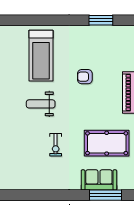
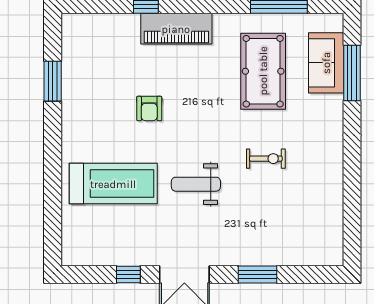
weight bench: (41, 104) -> (196, 184), turned 90
sofa: (99, 180) -> (326, 63), moved

